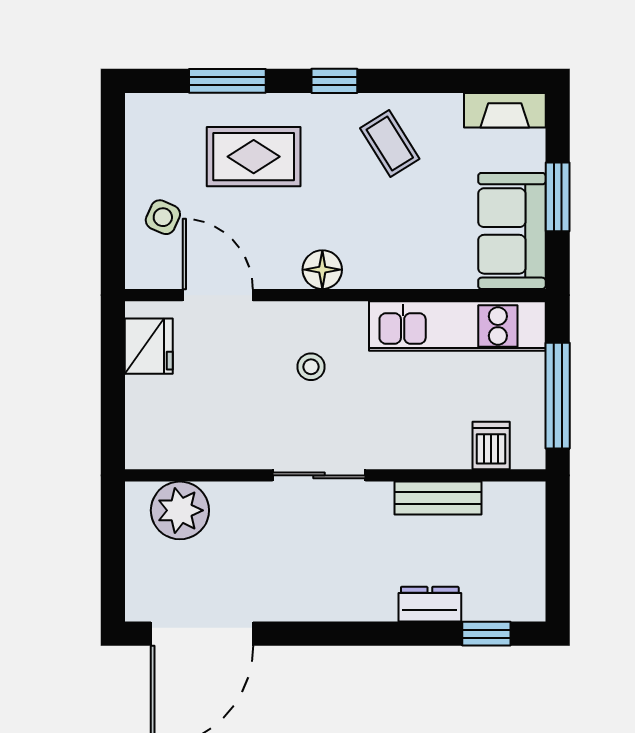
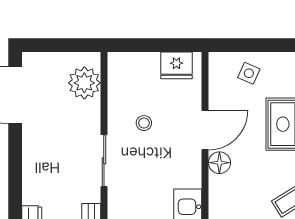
door: (218, 295) -> (205, 130), moved
stool: (311, 367) -> (144, 123), moved

